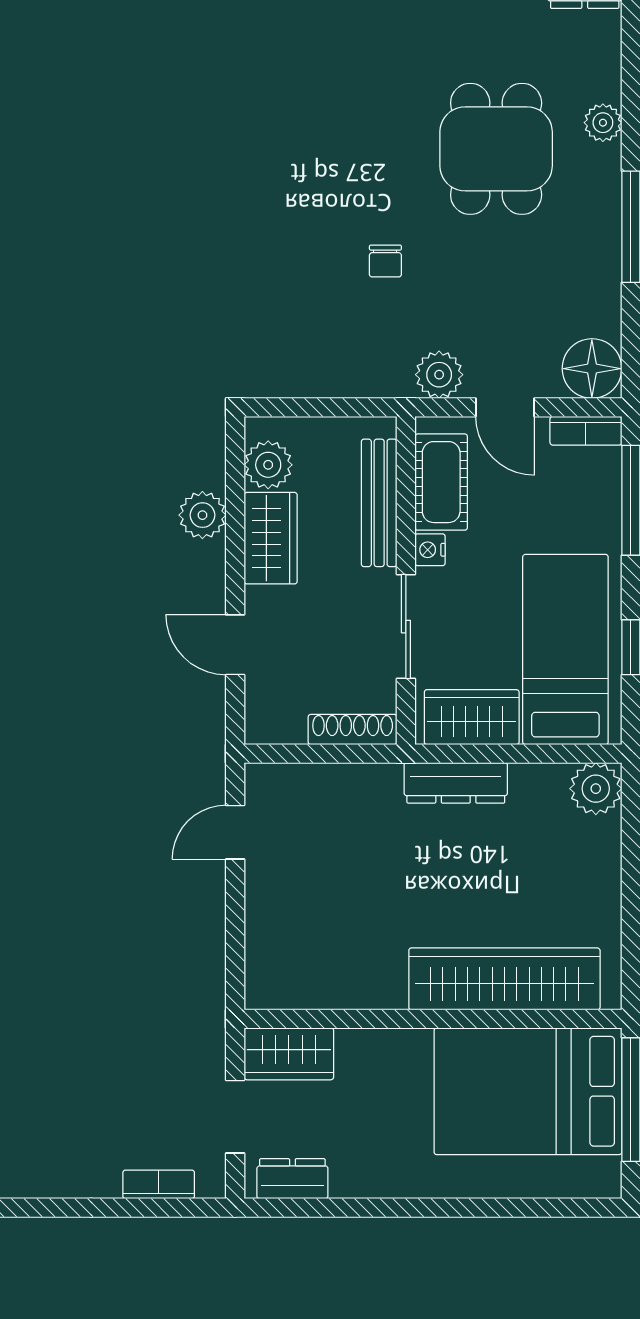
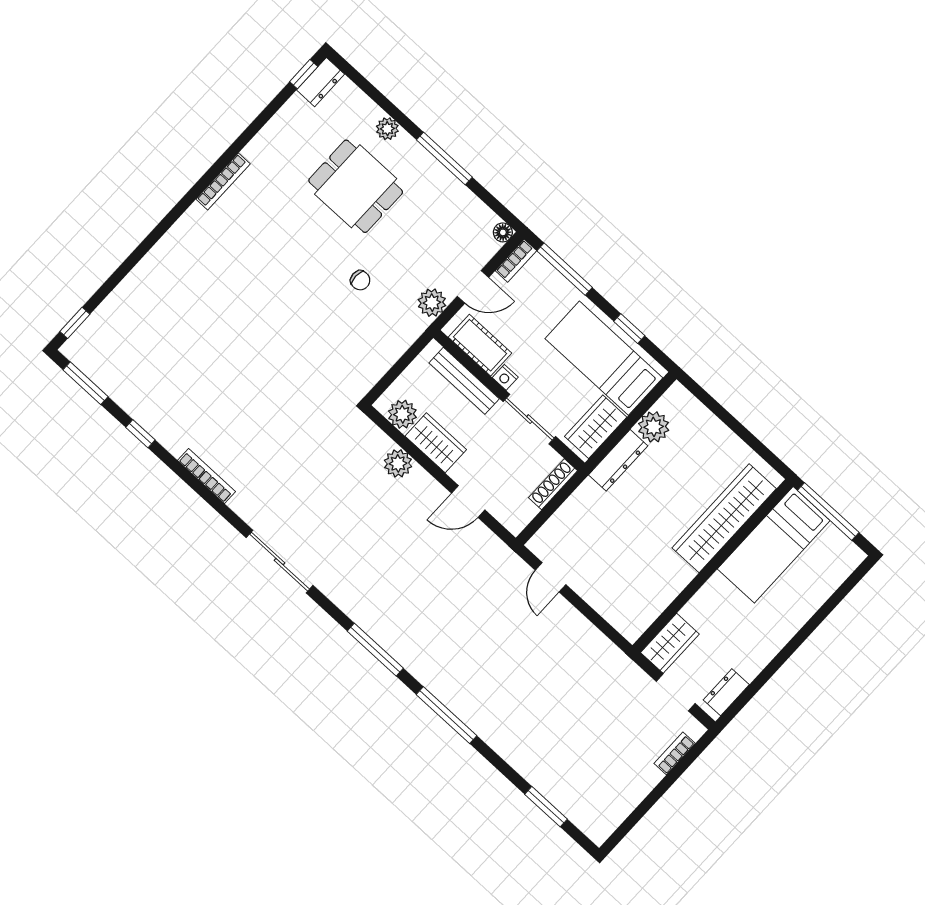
floor lamp: (592, 369) -> (503, 232), width x0.53, depth x0.53
plant: (596, 789) -> (654, 427), moved
bed: (528, 1091) -> (774, 545), width x0.67

